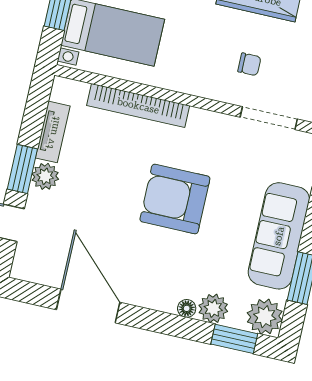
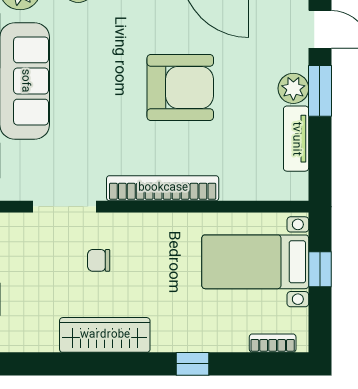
bookcase: (138, 106) -> (163, 188), moved
armchair: (175, 199) -> (180, 87), moved

